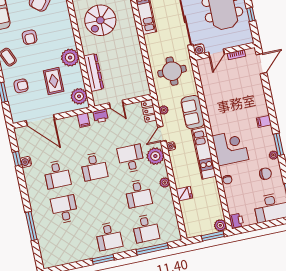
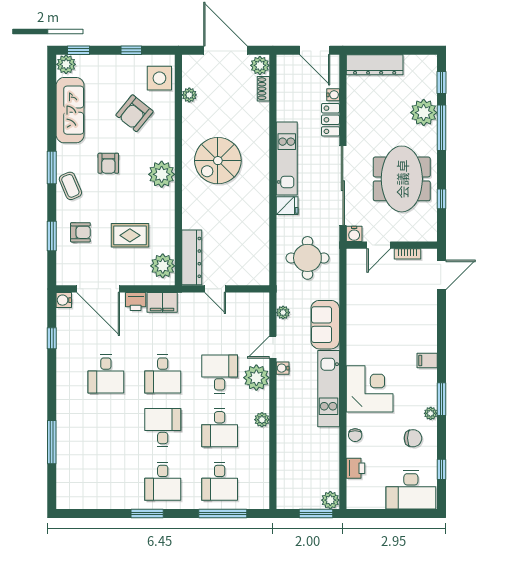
plant: (70, 58) -> (162, 174), moved
dresser: (94, 72) -> (192, 257), moved
rug: (54, 81) -> (130, 235), turned 90
locker: (149, 111) -> (261, 309), removed
printer: (101, 116) -> (136, 301), moved
filing cabinet: (84, 120) -> (162, 302), width x2.00
water cooler: (26, 162) -> (64, 300), moved
fridge: (184, 194) -> (287, 206), moved
desk: (64, 209) -> (163, 428), moved
printer: (236, 221) -> (355, 468), moved

